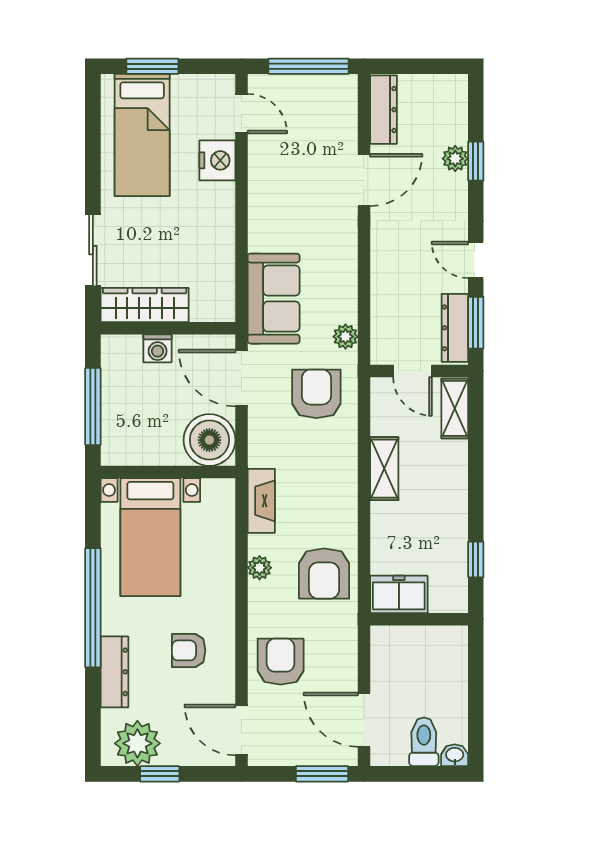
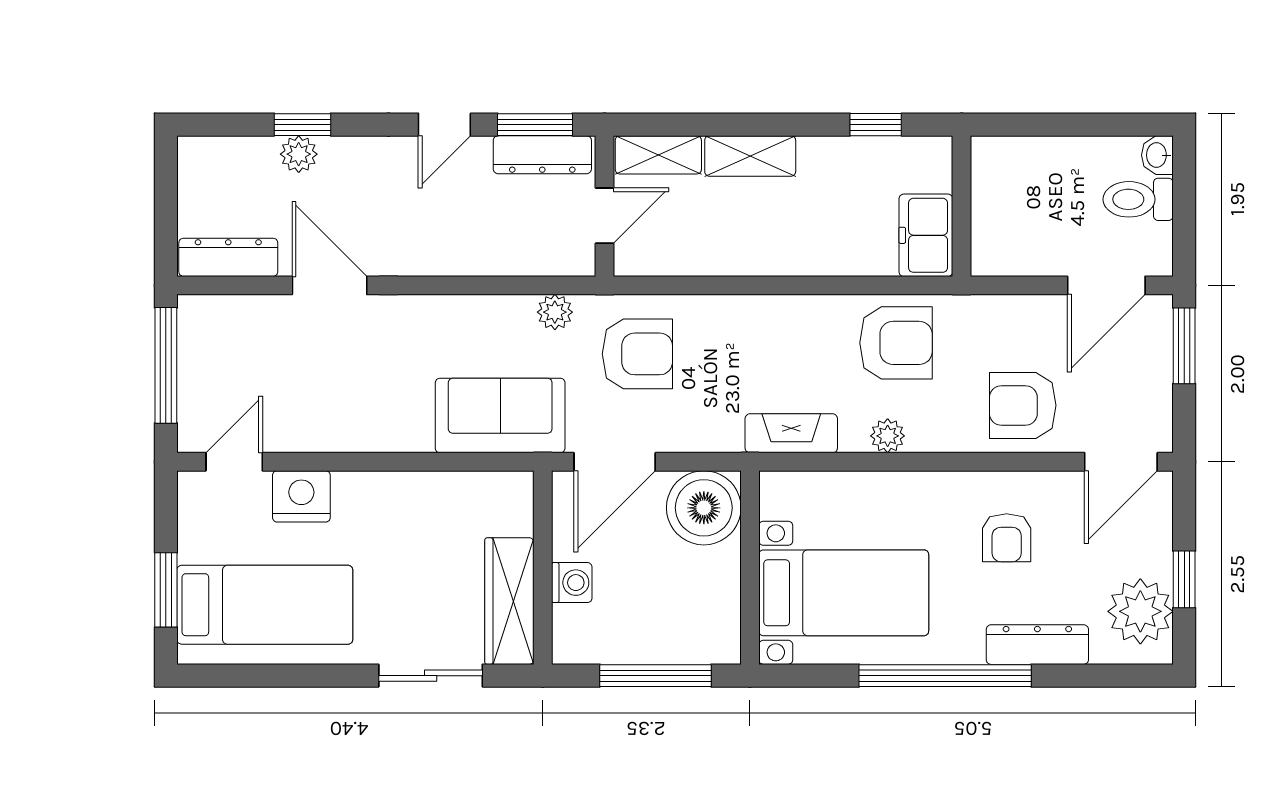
armchair: (316, 394) -> (637, 354), turned 180
shelving: (384, 469) -> (750, 156), moved

